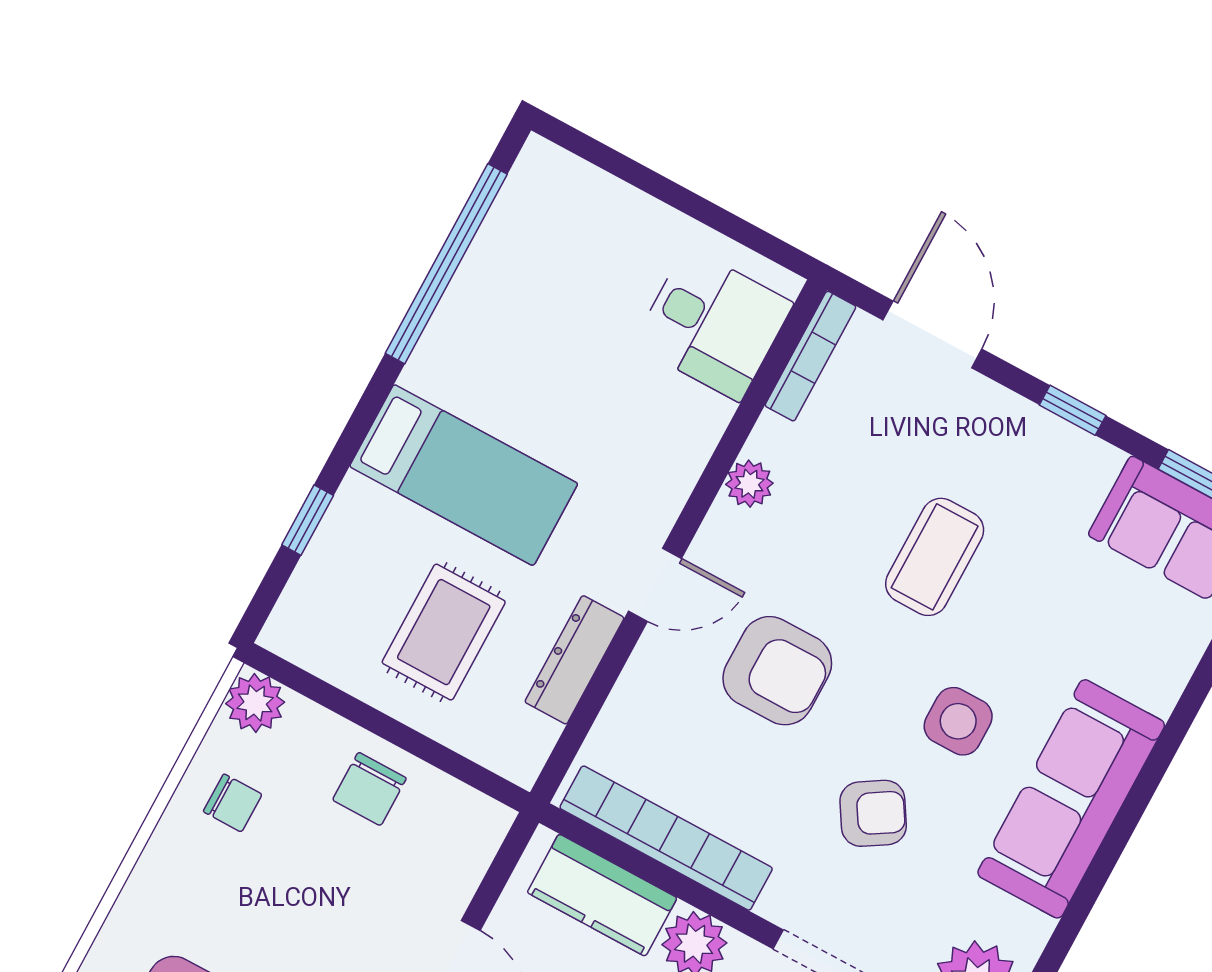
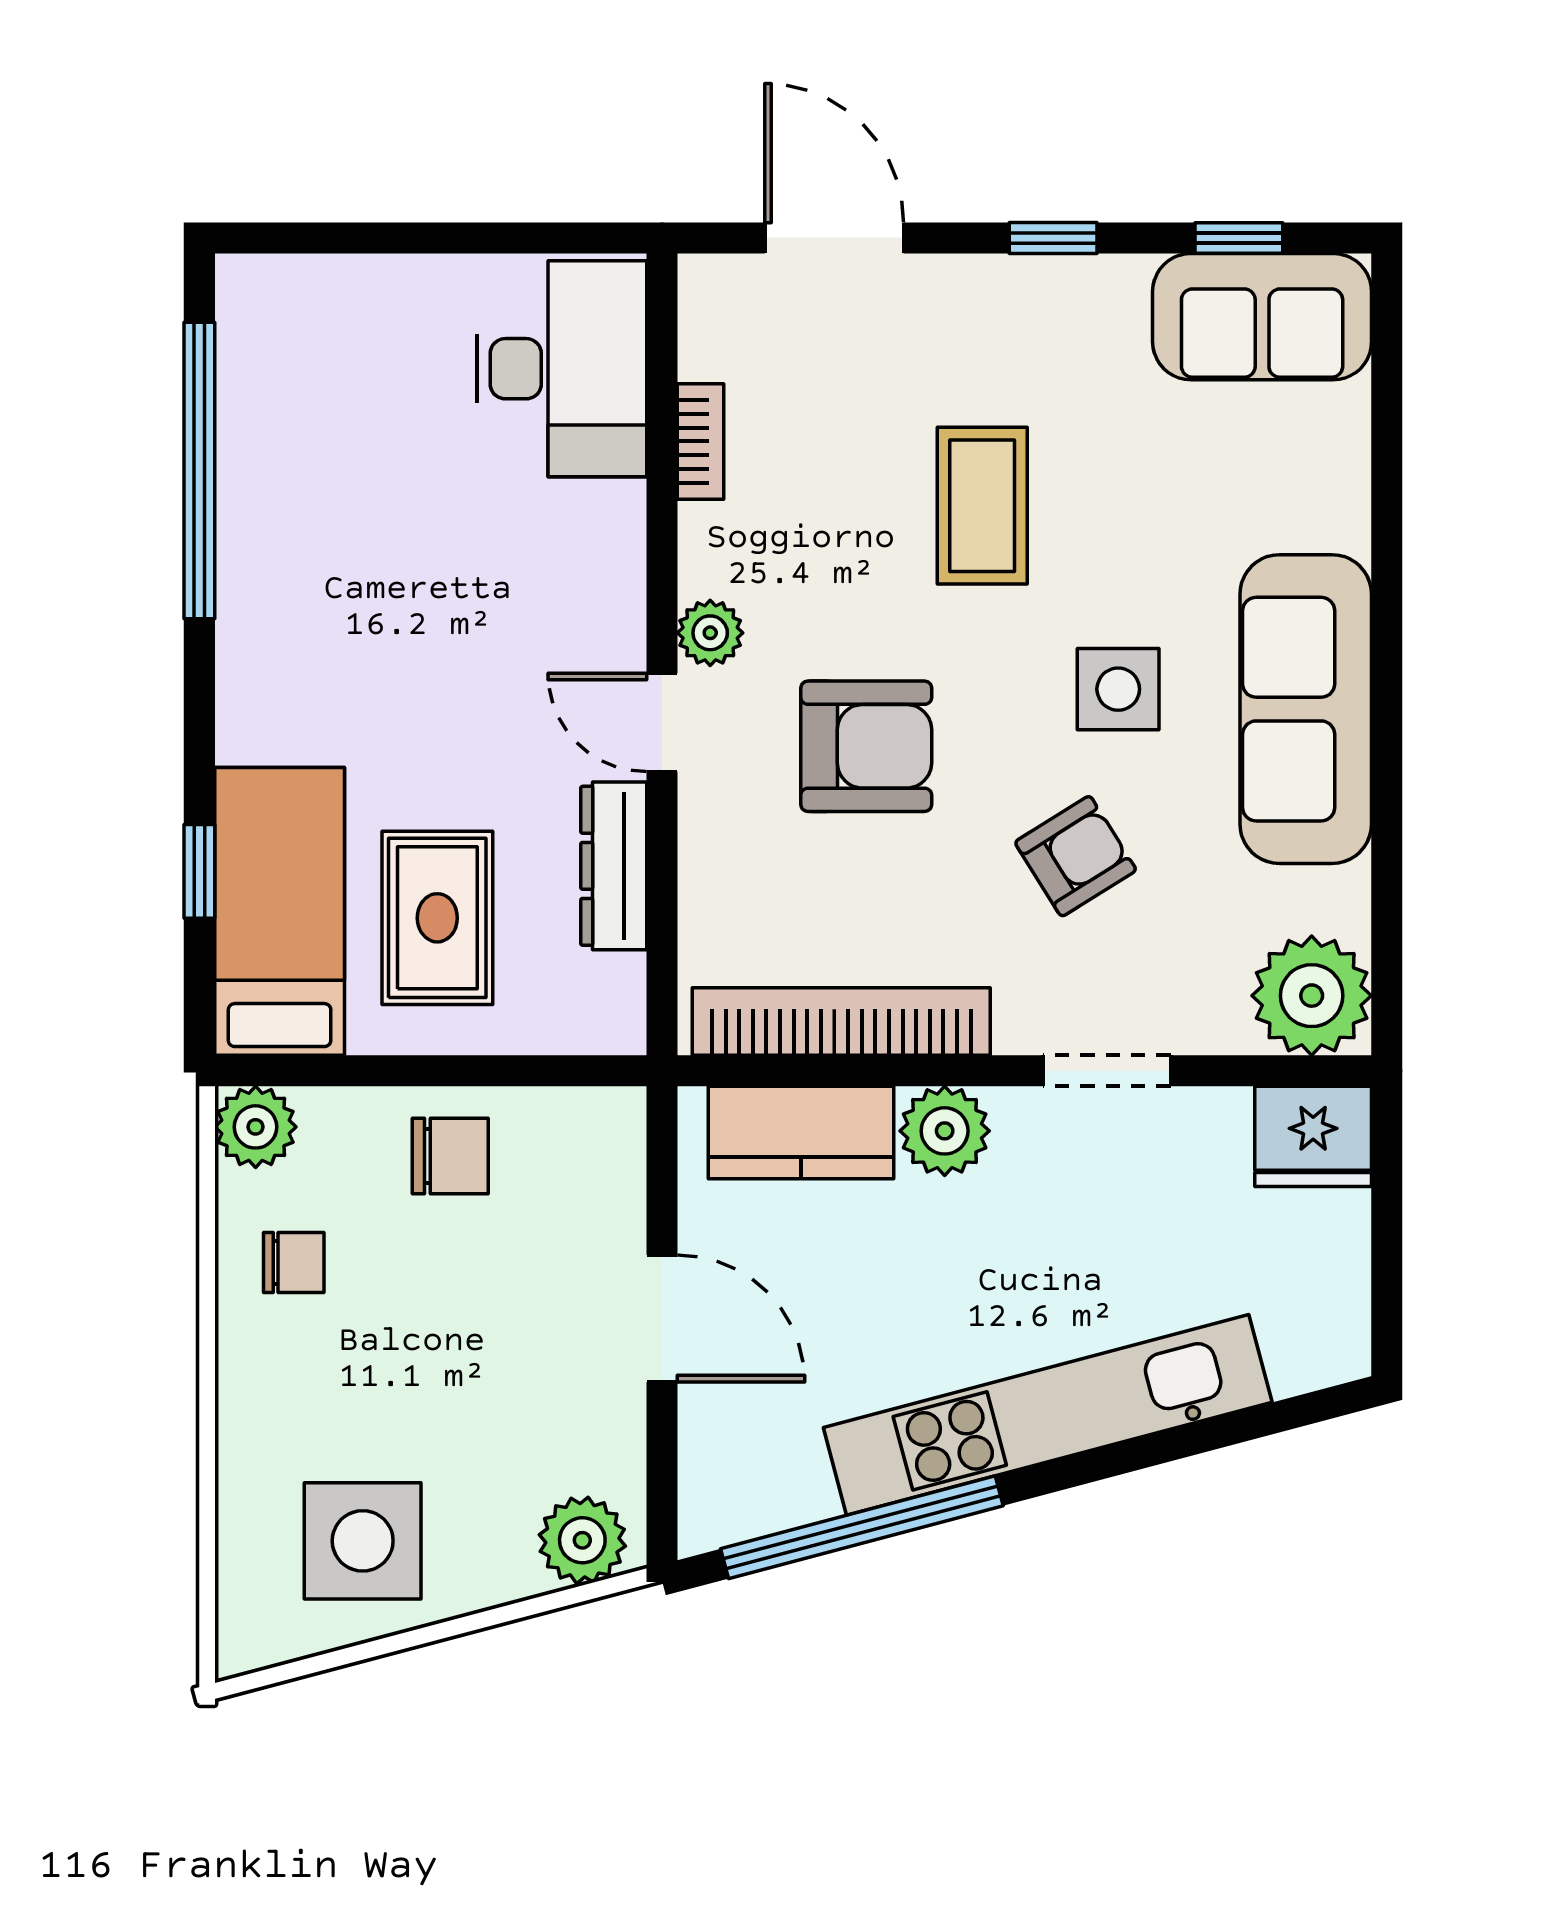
desk: (713, 324) -> (562, 369), width x1.37
bookcase: (810, 356) -> (701, 441), moved, width x0.64
bed: (464, 475) -> (280, 911), moved, turned -90
plant: (749, 484) -> (710, 633), moved
door: (655, 585) -> (662, 722), swing flipped
chair: (369, 789) -> (450, 1156), turned -90

